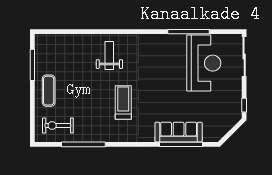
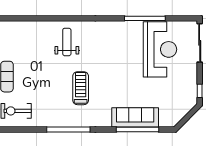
window: (83, 144) -> (68, 129), moved

